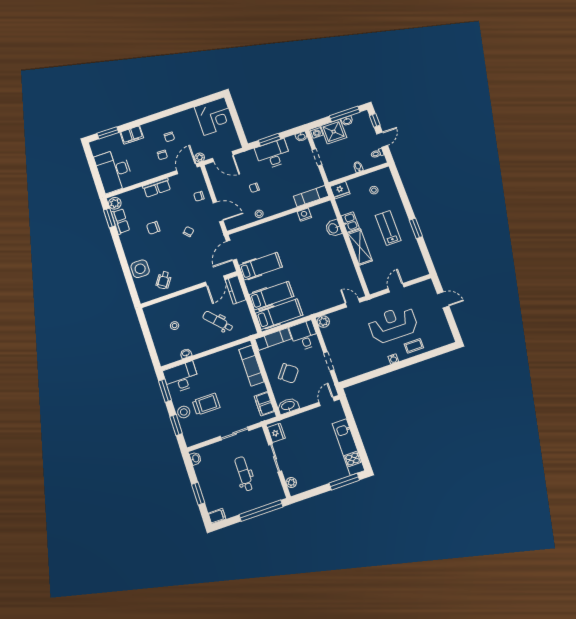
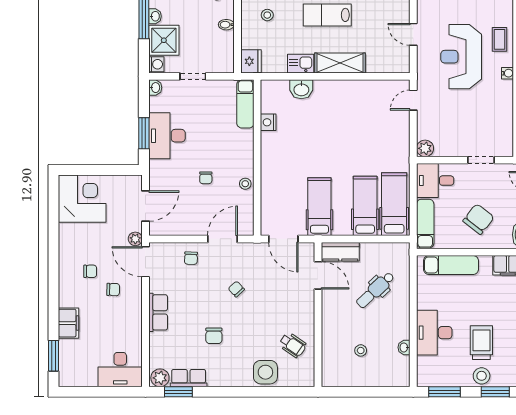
desk: (114, 171) -> (120, 370), width x0.73, depth x0.77
desk: (181, 377) -> (434, 333), moved

